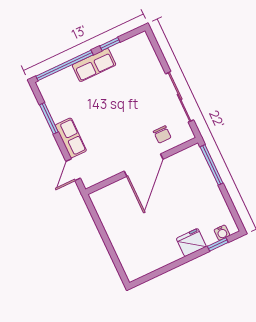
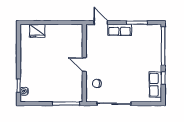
row of seats: (94, 65) -> (155, 85), moved
door: (144, 165) -> (84, 64), width x0.53
fridge: (191, 243) -> (37, 31), moved, turned 90

